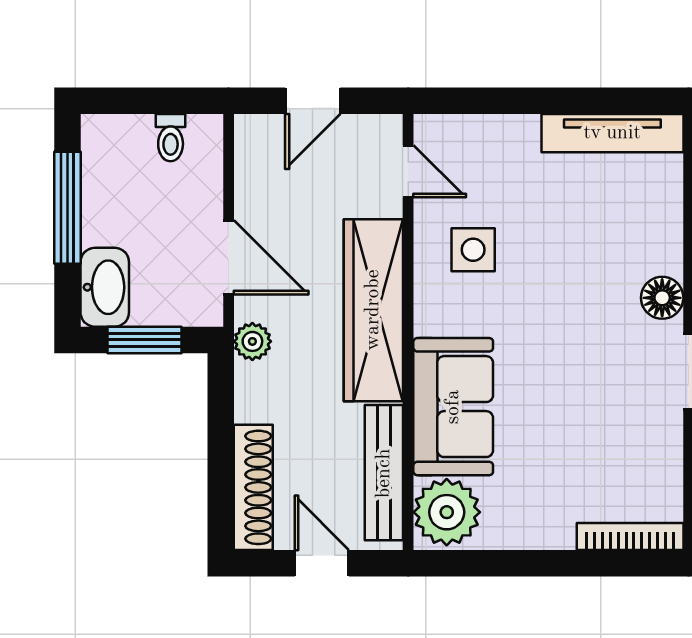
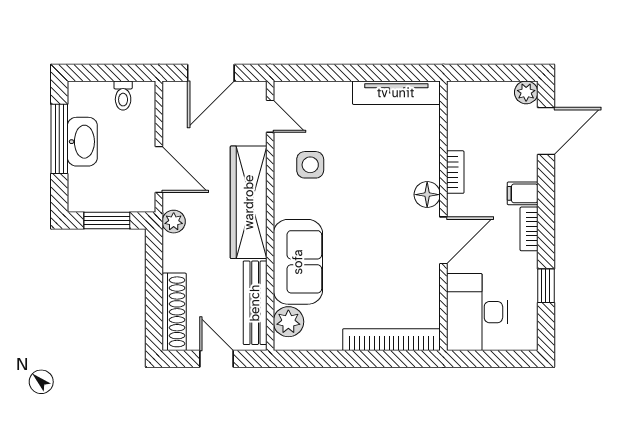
door: (313, 101) -> (211, 73), width x1.38
washbasin: (105, 287) -> (82, 142), moved
plant: (447, 512) -> (288, 322), width x0.73, depth x0.73
bookcase: (630, 537) -> (392, 340), width x1.48, depth x1.31

